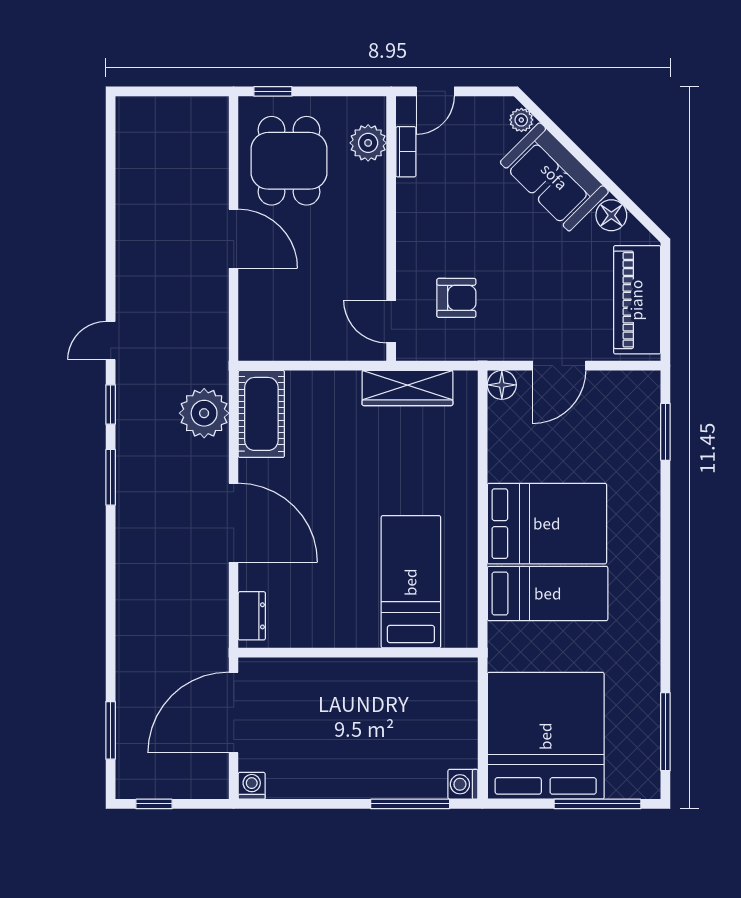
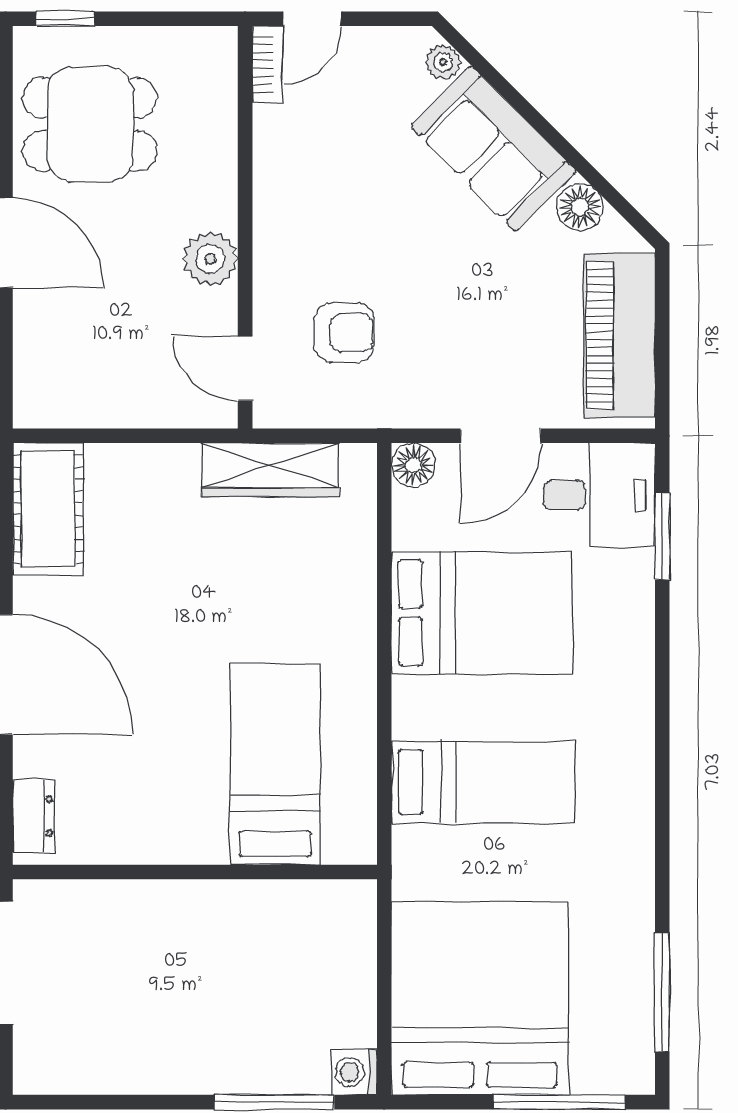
plant: (368, 143) -> (210, 259), moved
bookcase: (406, 152) -> (268, 64), moved
dining table: (289, 161) -> (90, 124), turned 90
desk: (624, 405) -> (599, 495), added
bed: (547, 524) -> (482, 613), moved
washing machine: (252, 786) -> (33, 1074), removed

